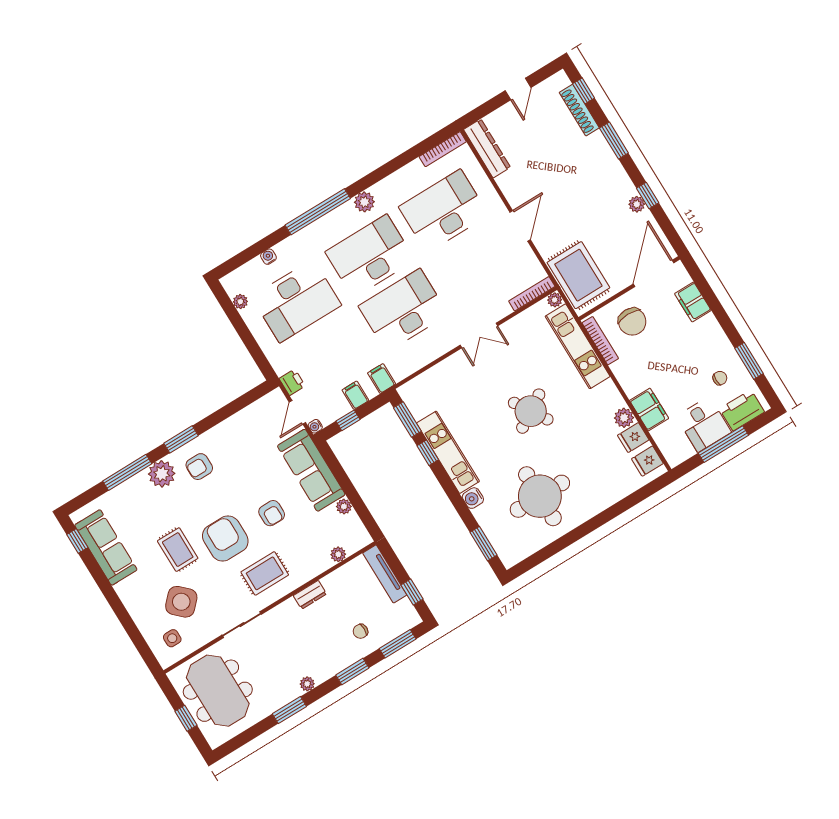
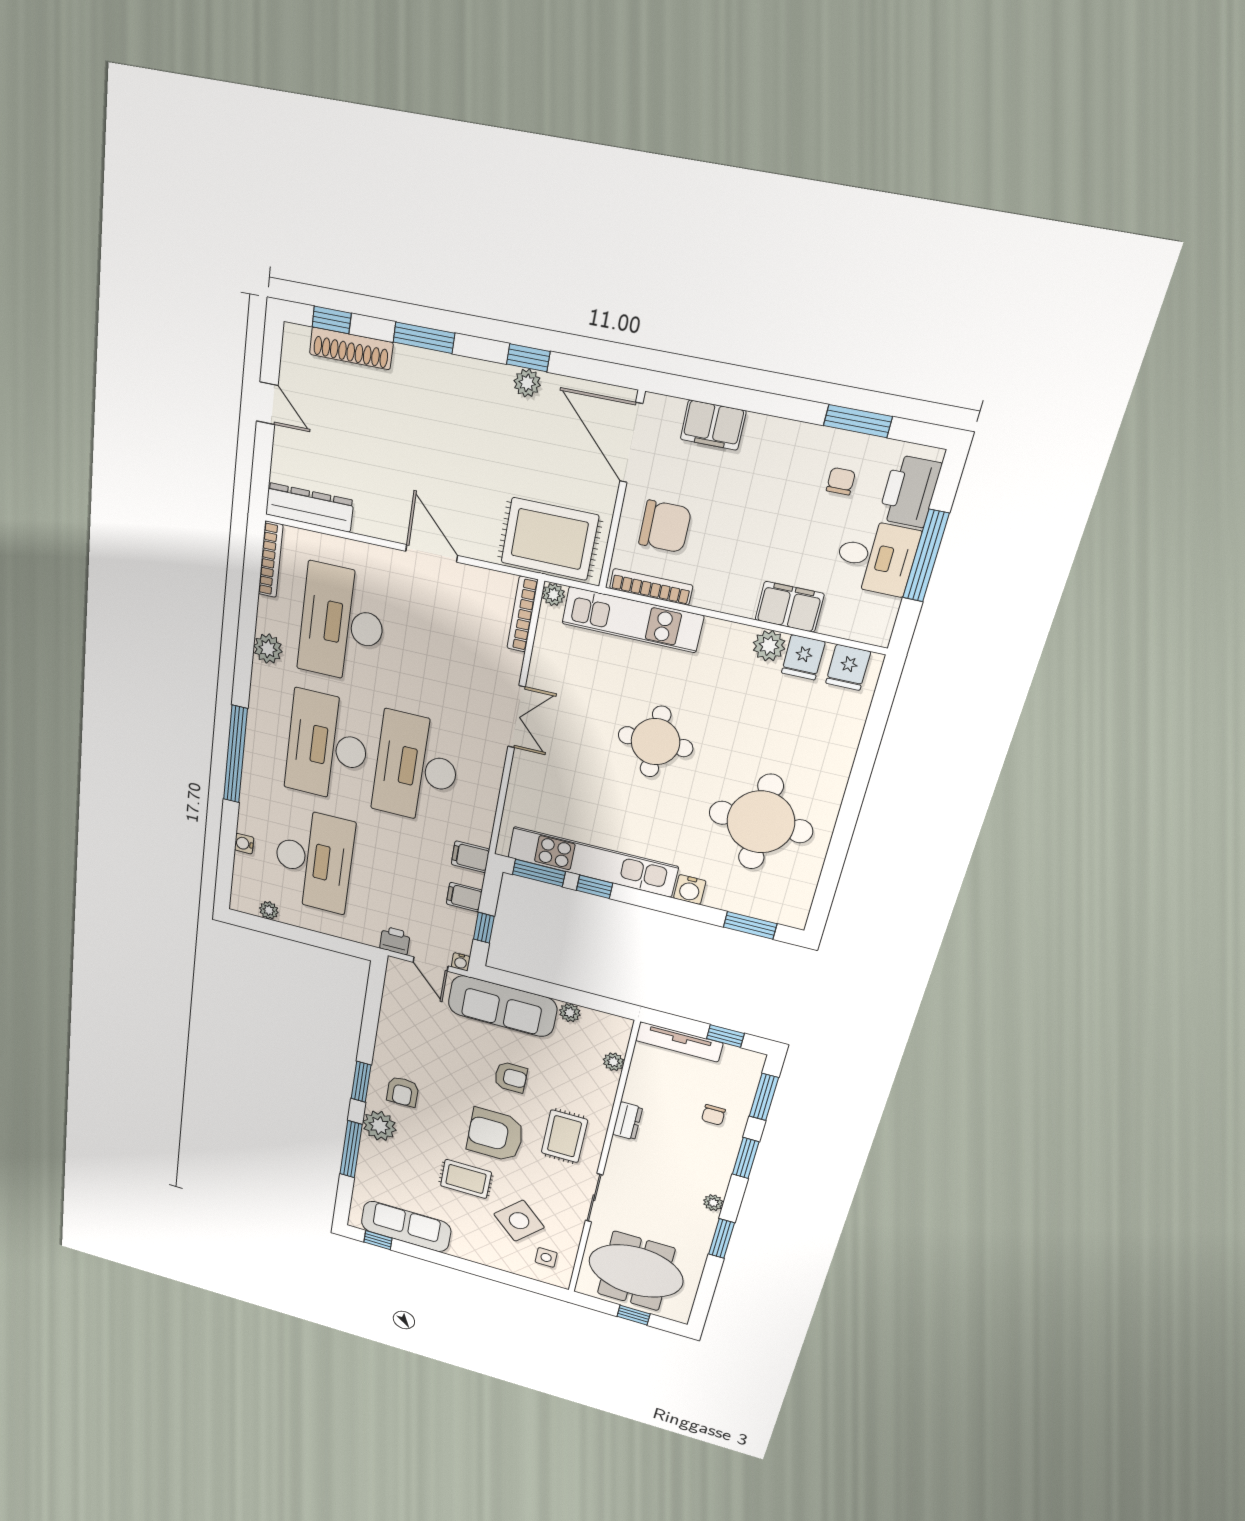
plant: (364, 202) -> (268, 649), moved
round table: (531, 411) -> (655, 742), turned 32
kitchen unit: (448, 452) -> (592, 862), width x1.36

